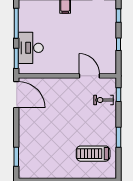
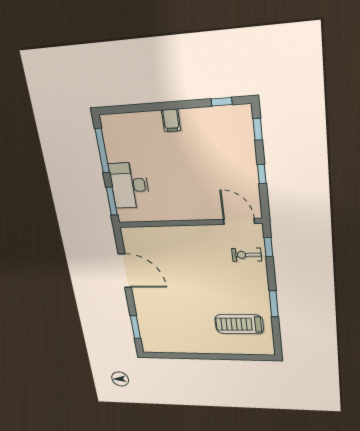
door: (89, 76) -> (239, 221), moved
door: (16, 95) -> (125, 271), moved

